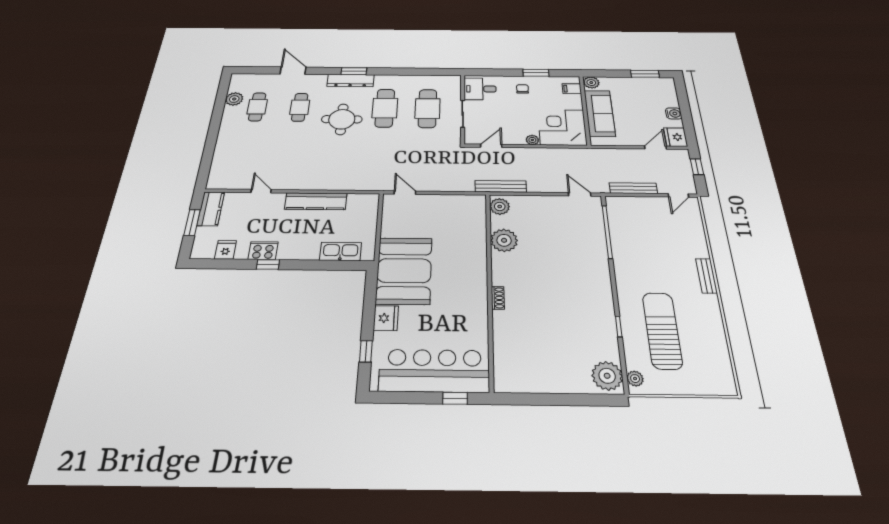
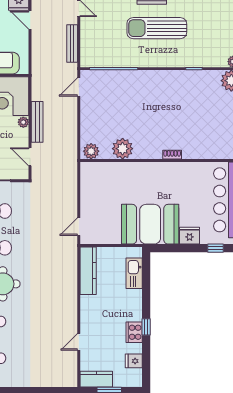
bench: (501, 186) -> (37, 122), moved
kitchen counter: (316, 201) -> (88, 271), moved
sun lounger: (662, 330) -> (157, 28), moved

